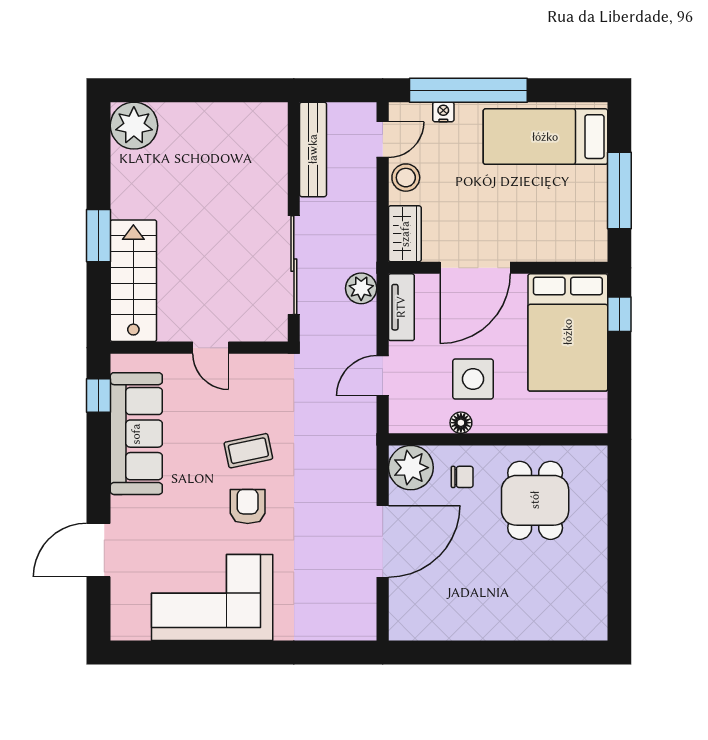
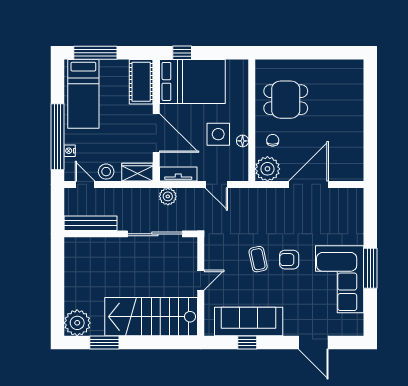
window: (619, 191) -> (95, 53), moved
window: (99, 236) -> (104, 343), moved
cot: (567, 241) -> (141, 82), added
stairs: (133, 281) -> (151, 317), width x1.36, depth x1.51
window: (99, 396) -> (247, 343), moved
door: (383, 541) -> (309, 184), hinge flipped
window: (232, 652) -> (370, 268), added

